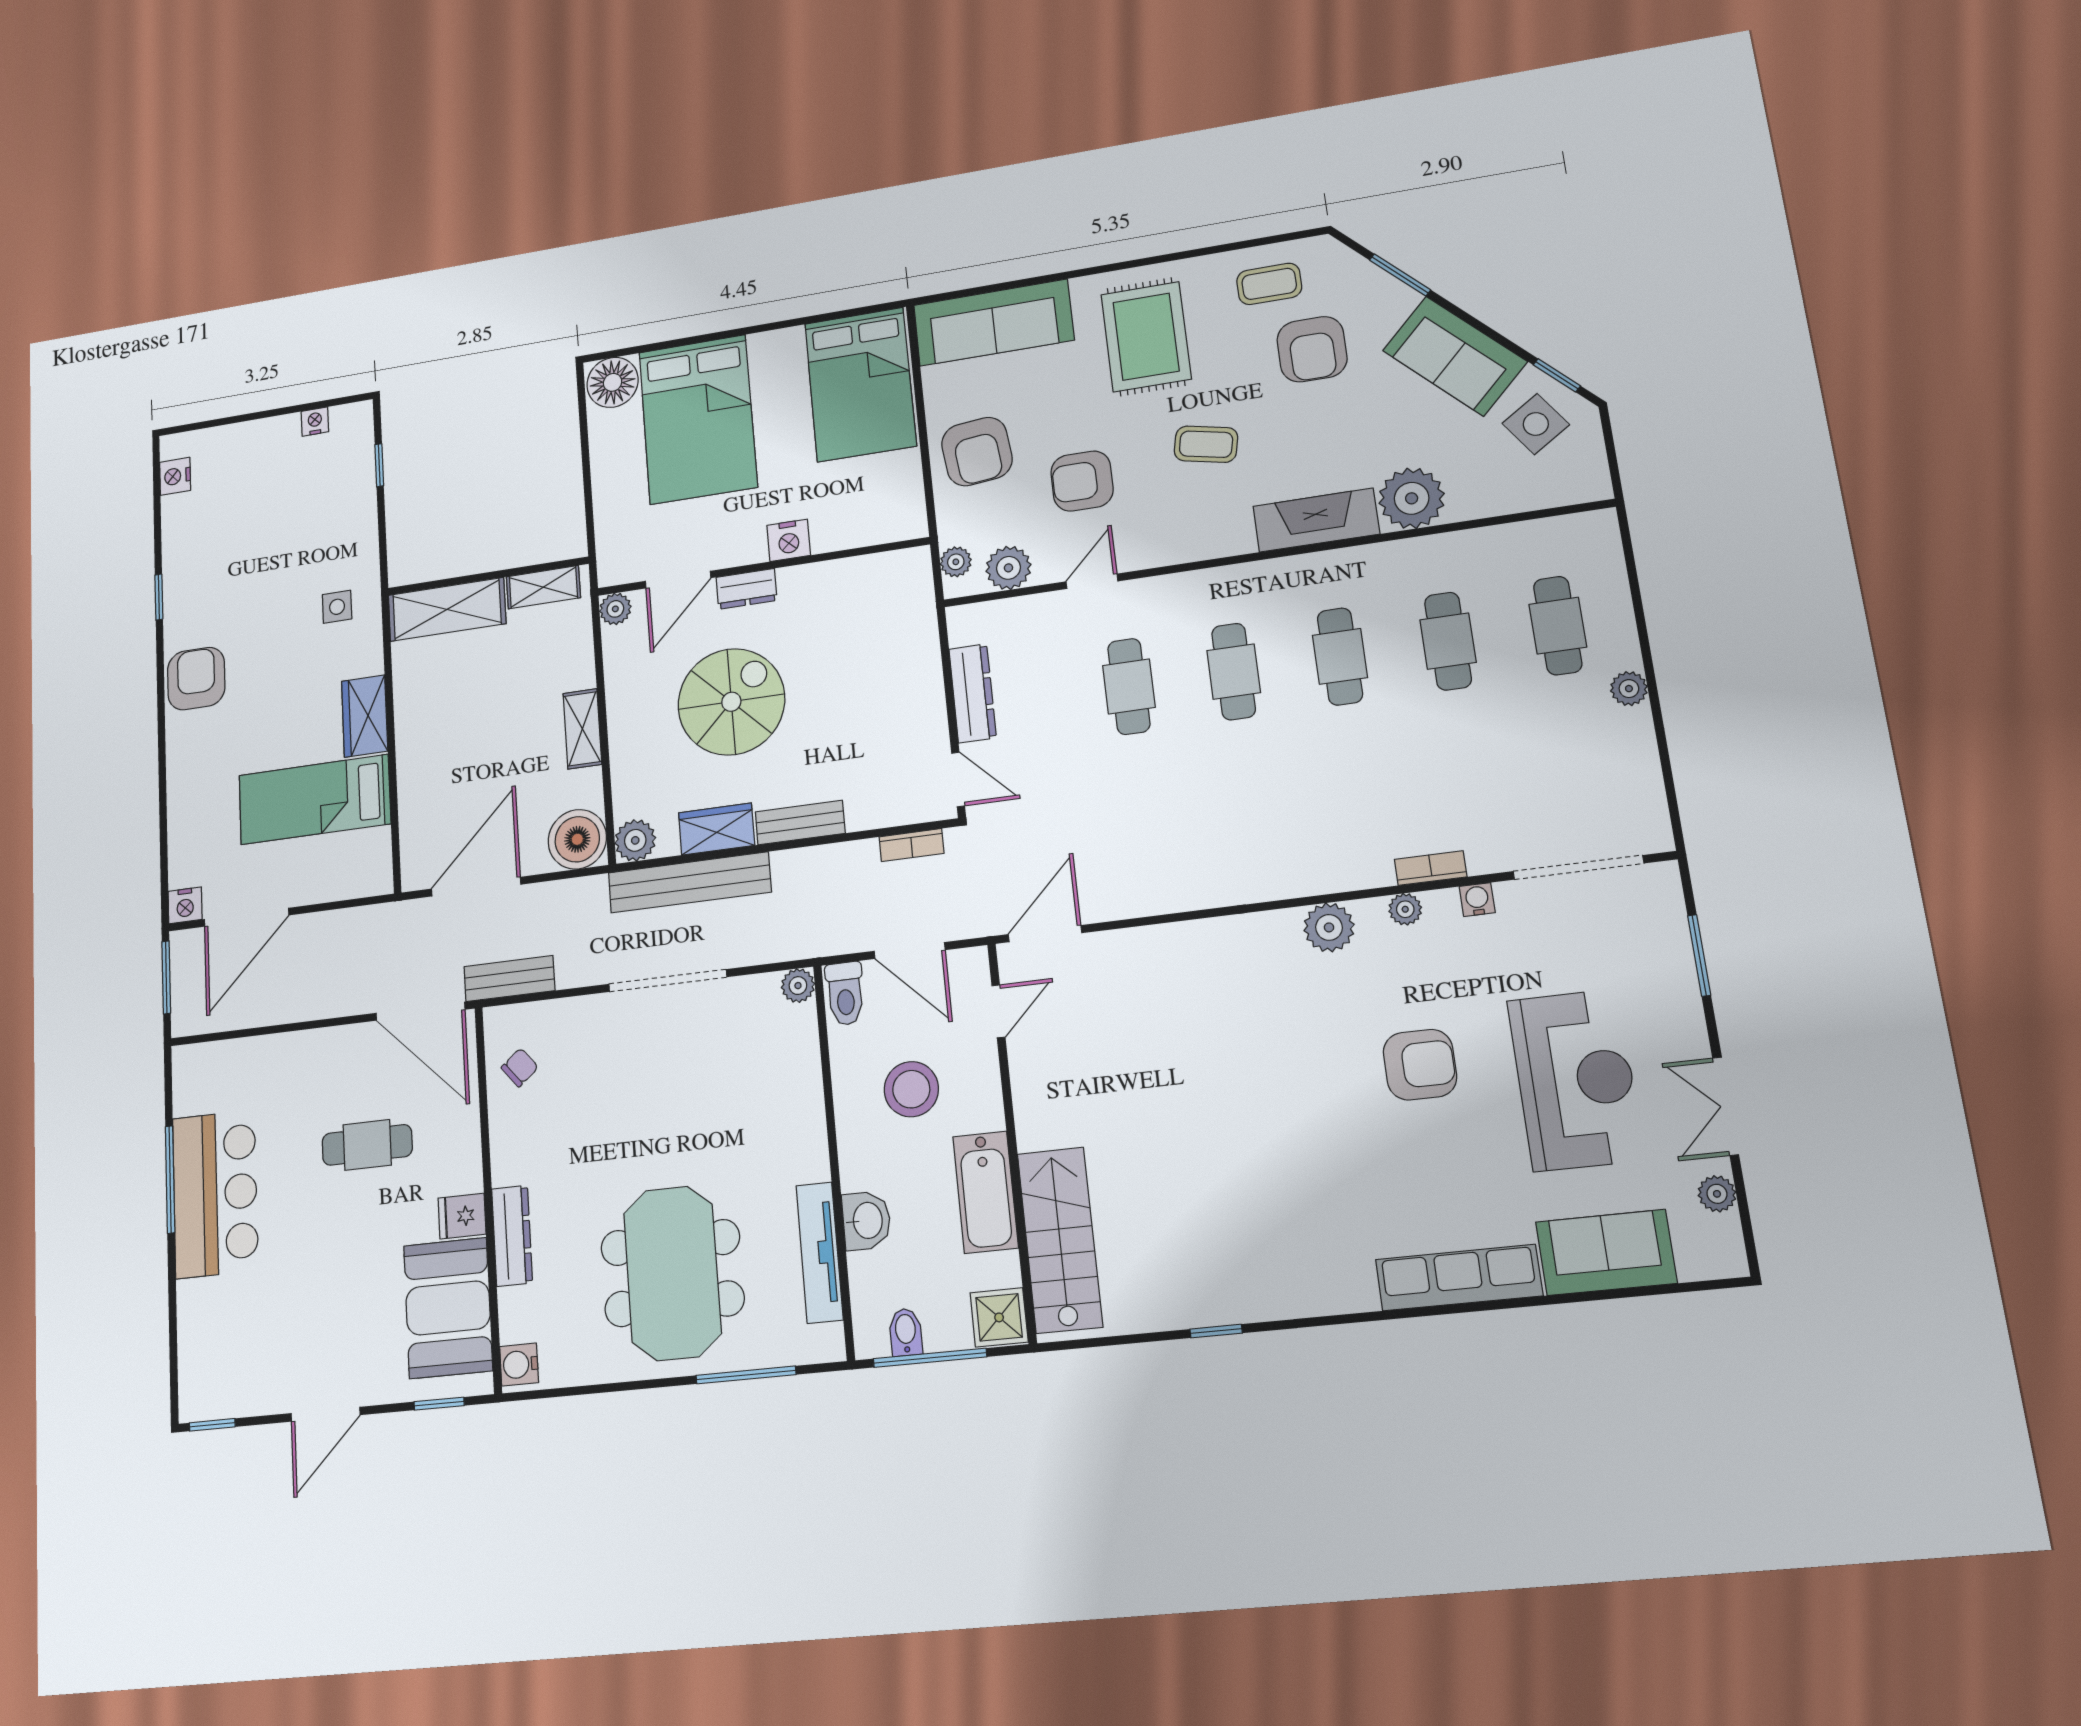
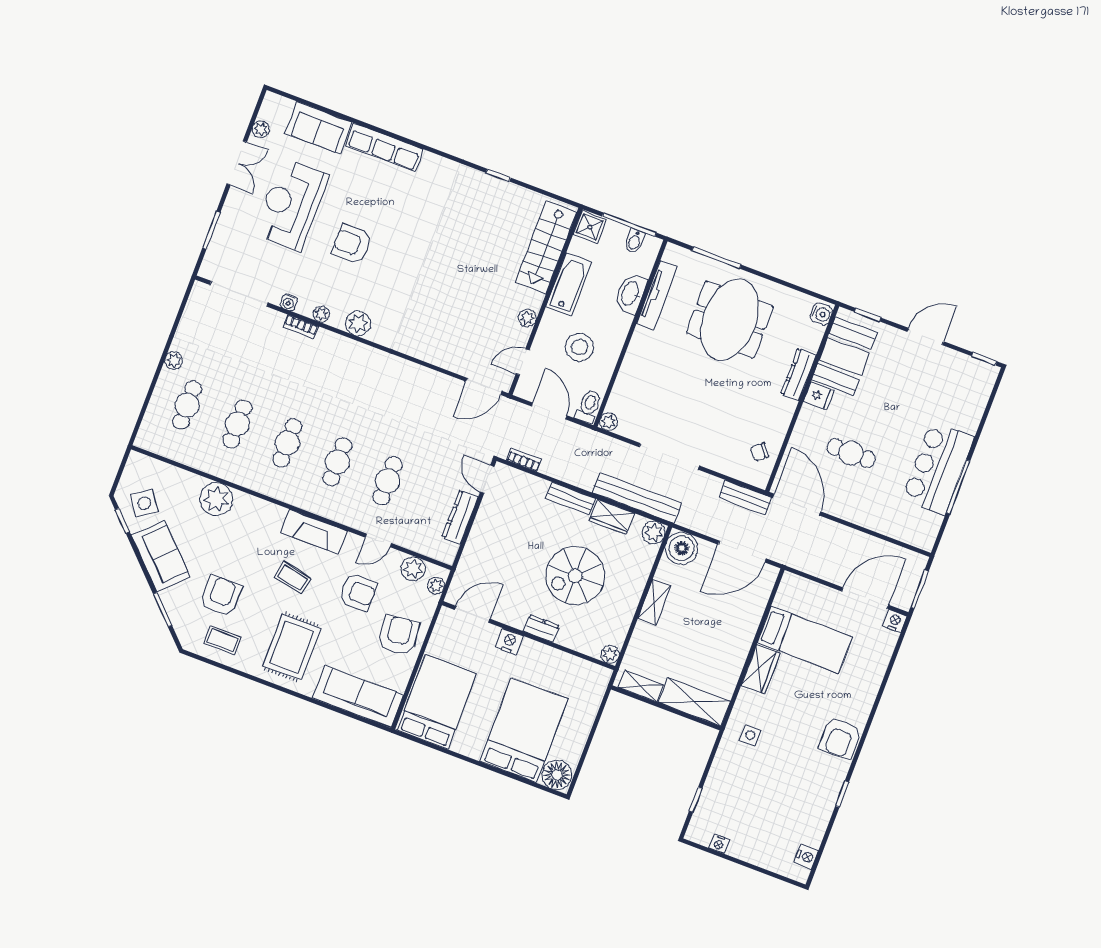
fireplace: (1316, 520) -> (314, 532), moved
door: (678, 580) -> (472, 614), moved
plant: (1029, 1093) -> (527, 318), added
washbasin: (866, 1221) -> (631, 294), width x1.38

